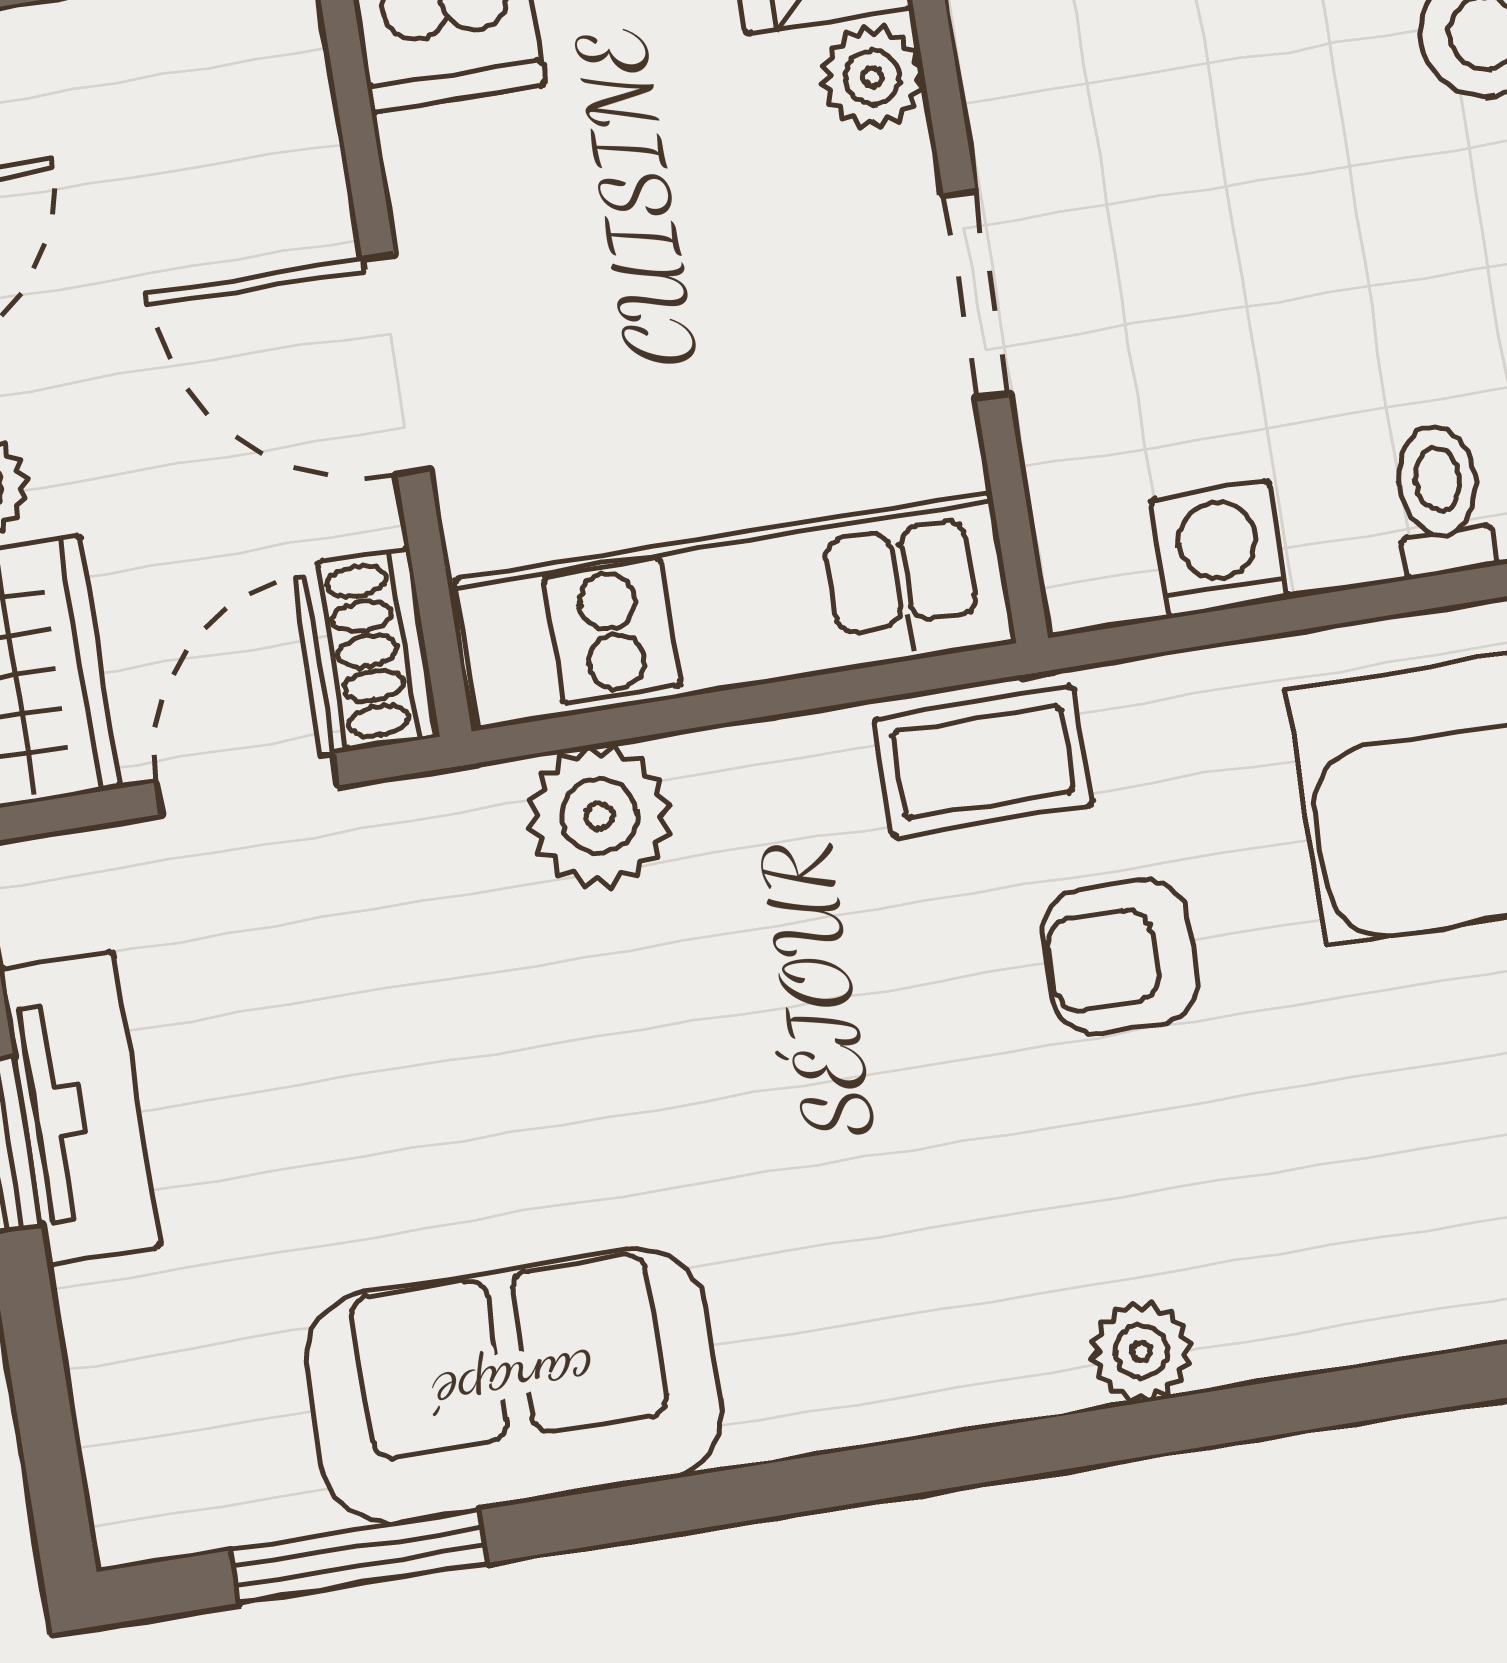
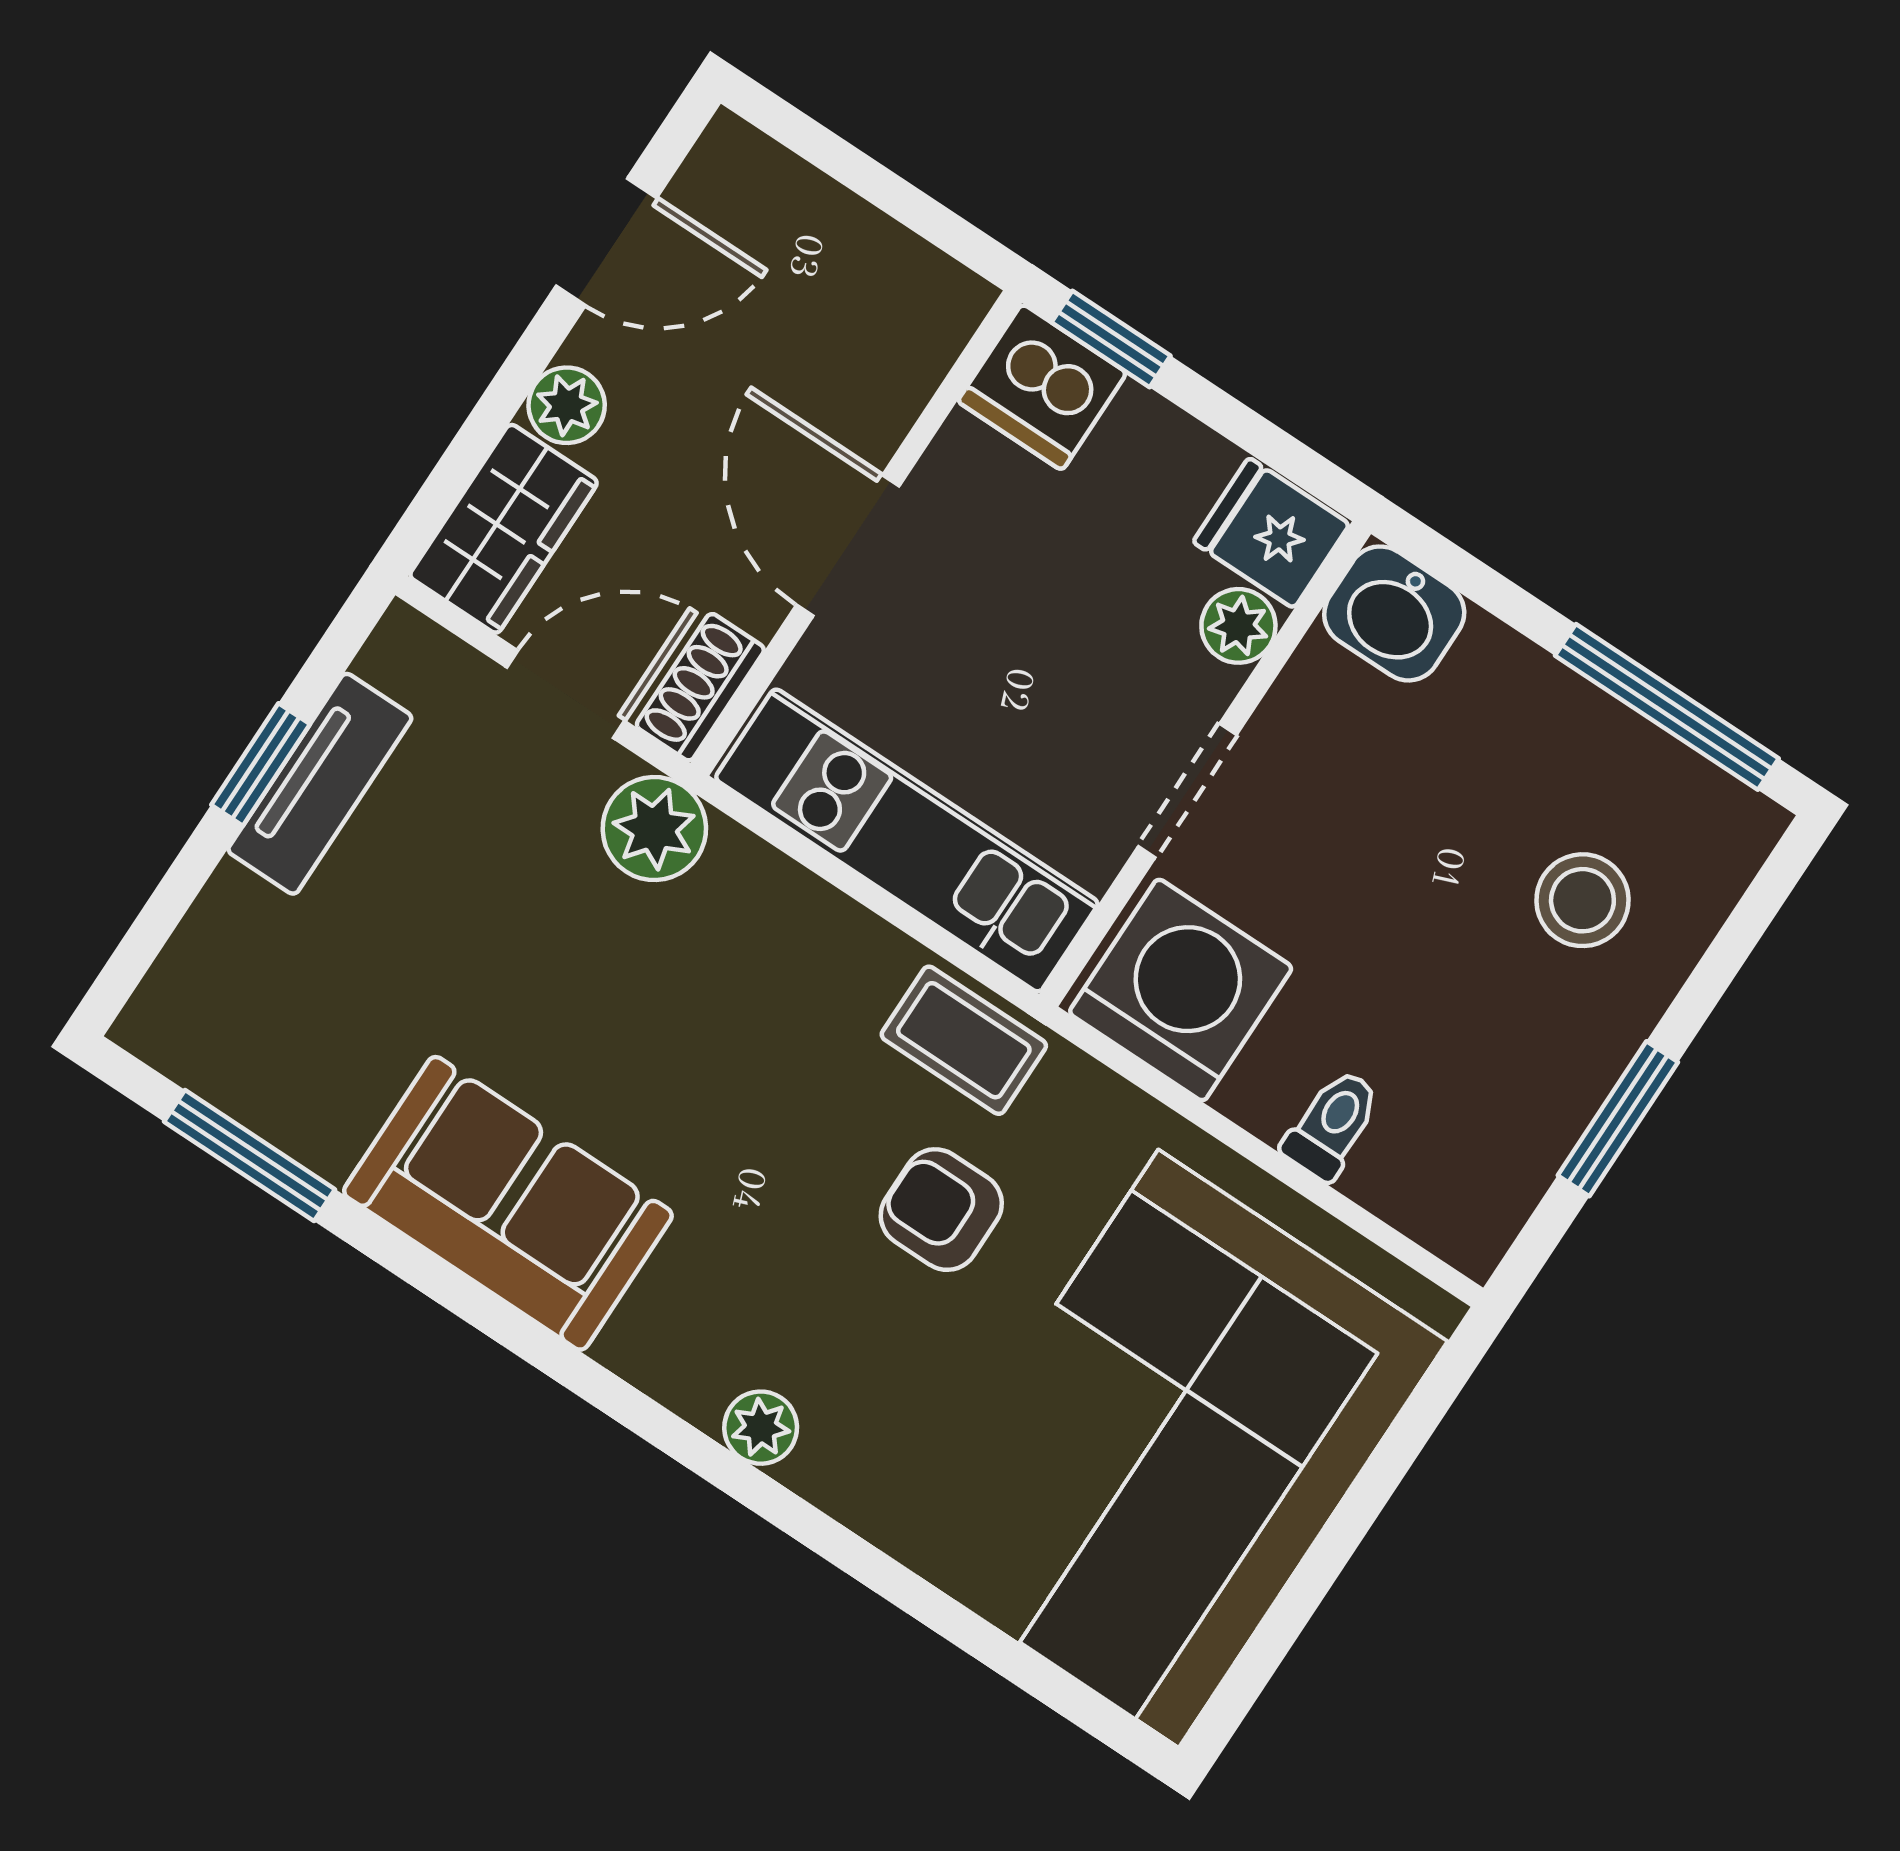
washing machine: (1219, 550) -> (1181, 990), width x1.89, depth x1.89
plant: (599, 816) -> (654, 829), moved
sofa: (514, 1386) -> (508, 1203), moved

